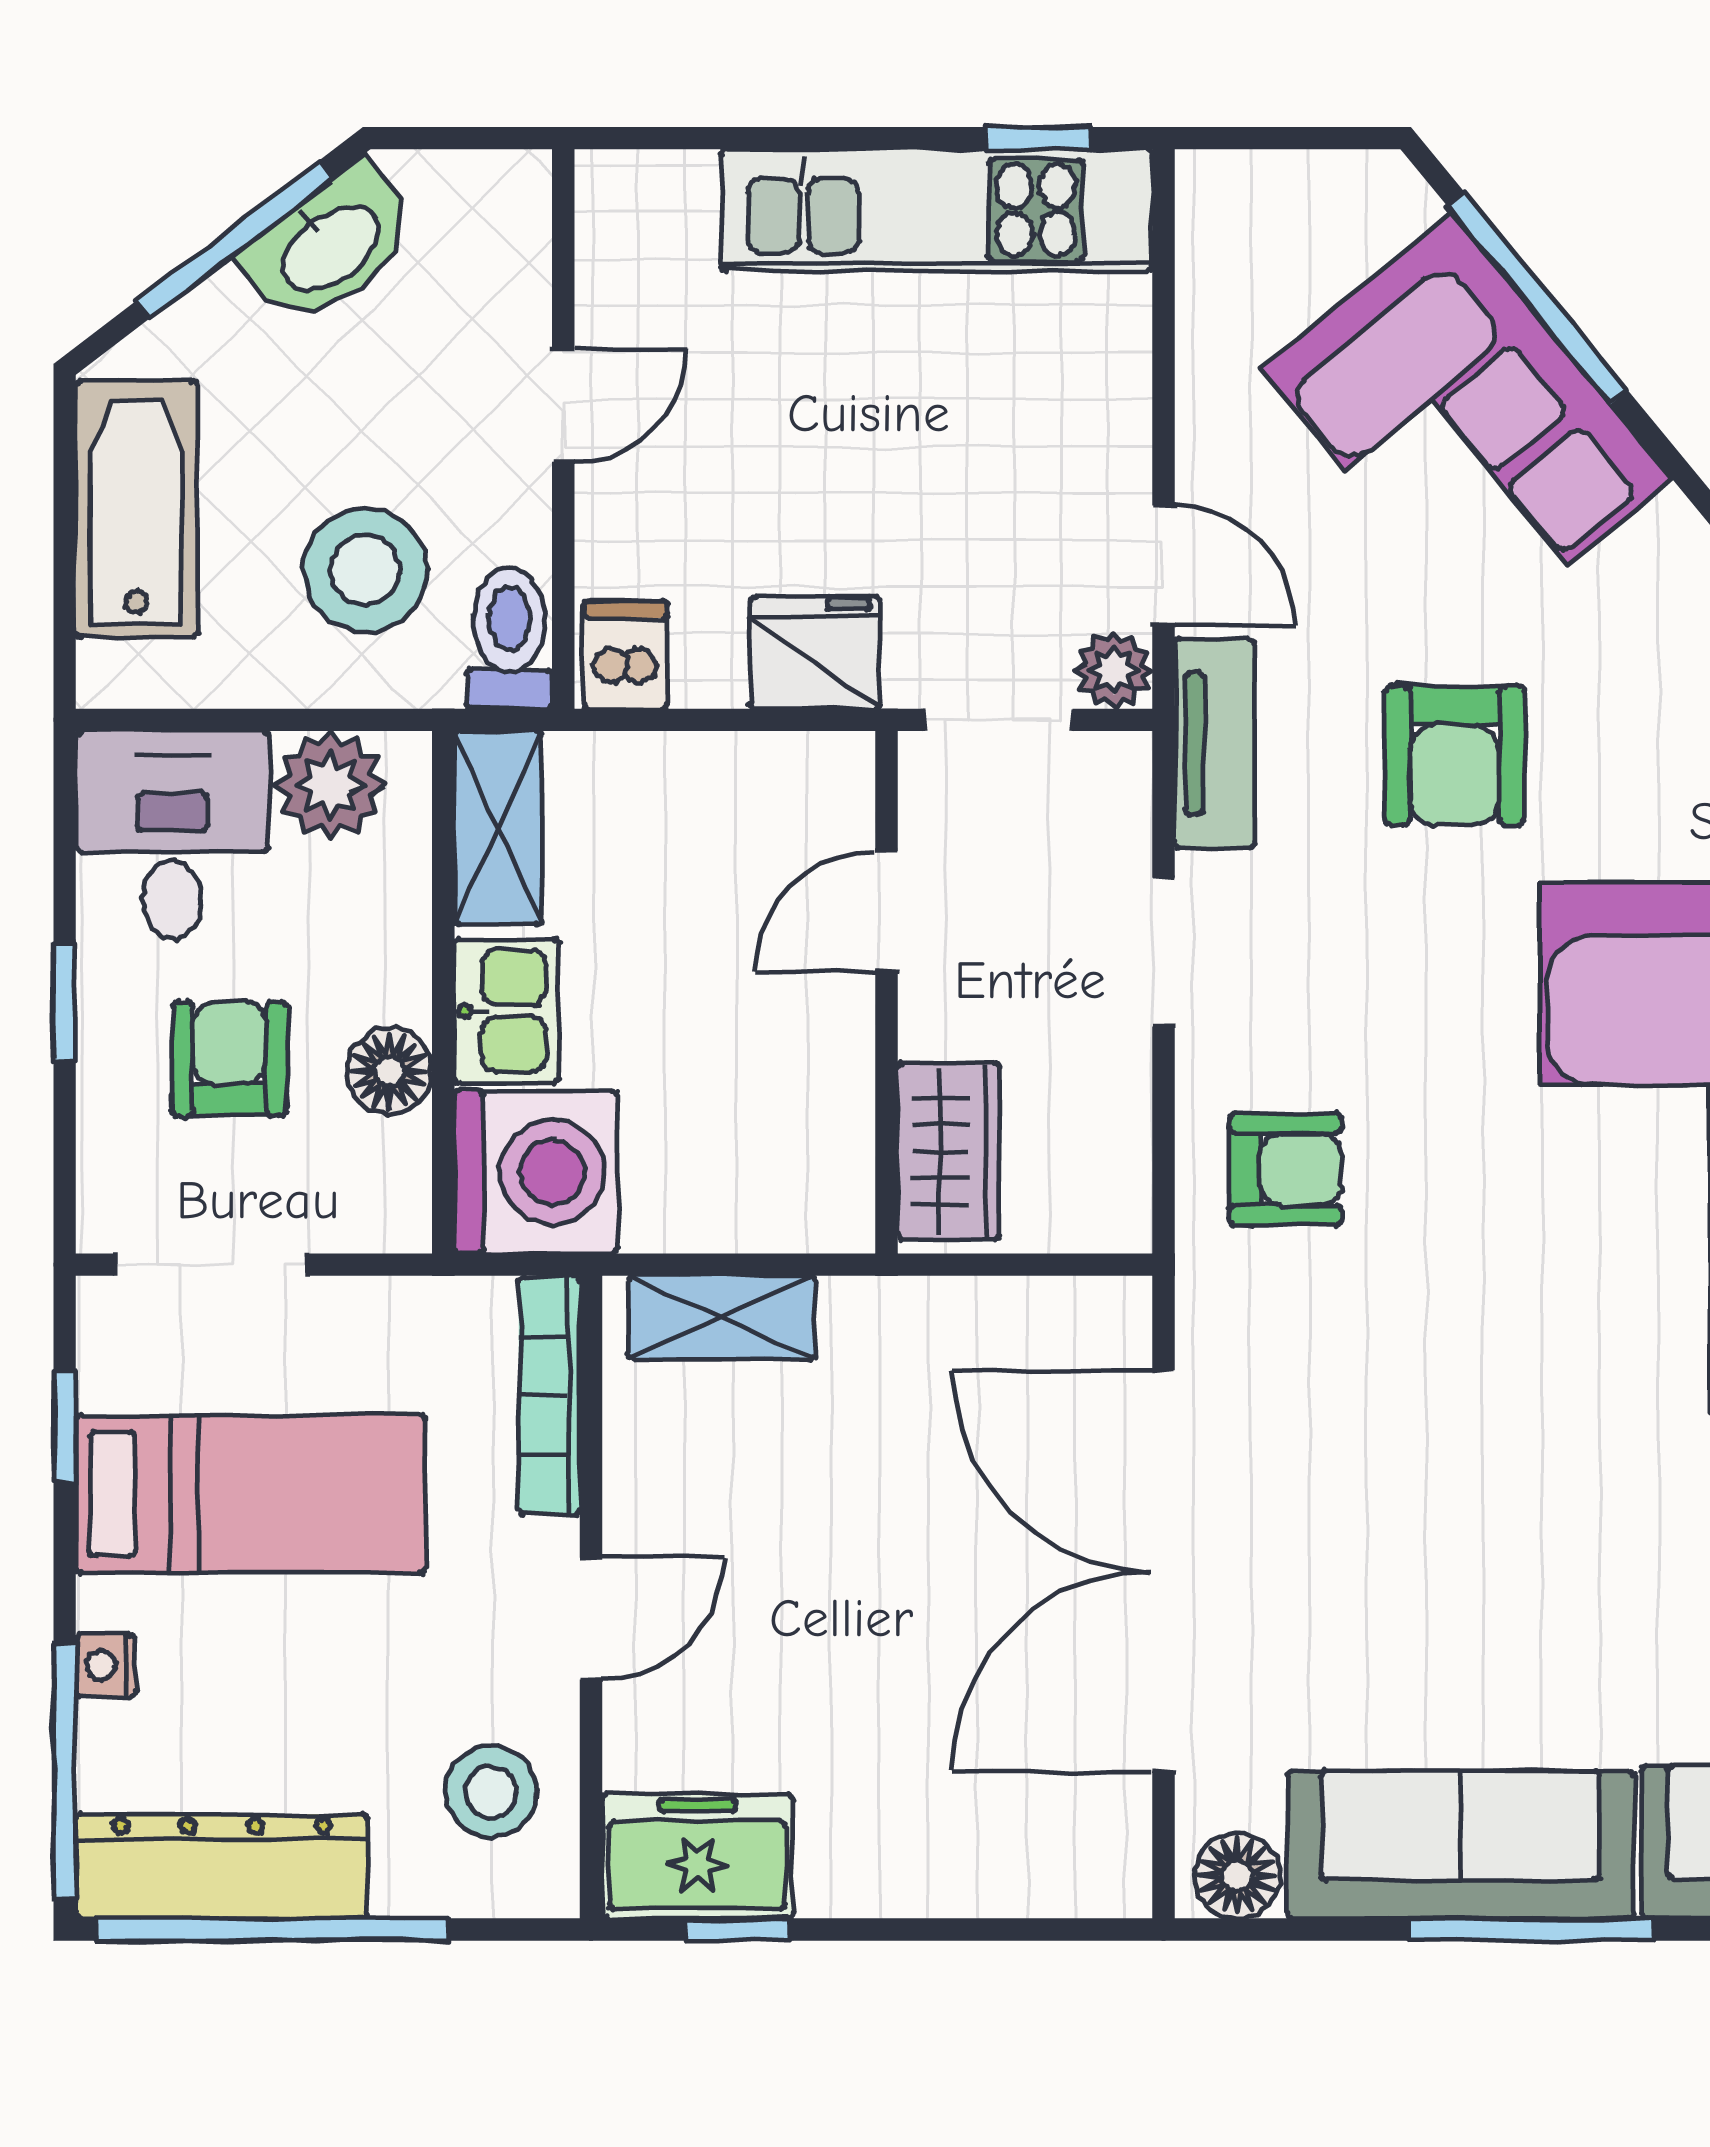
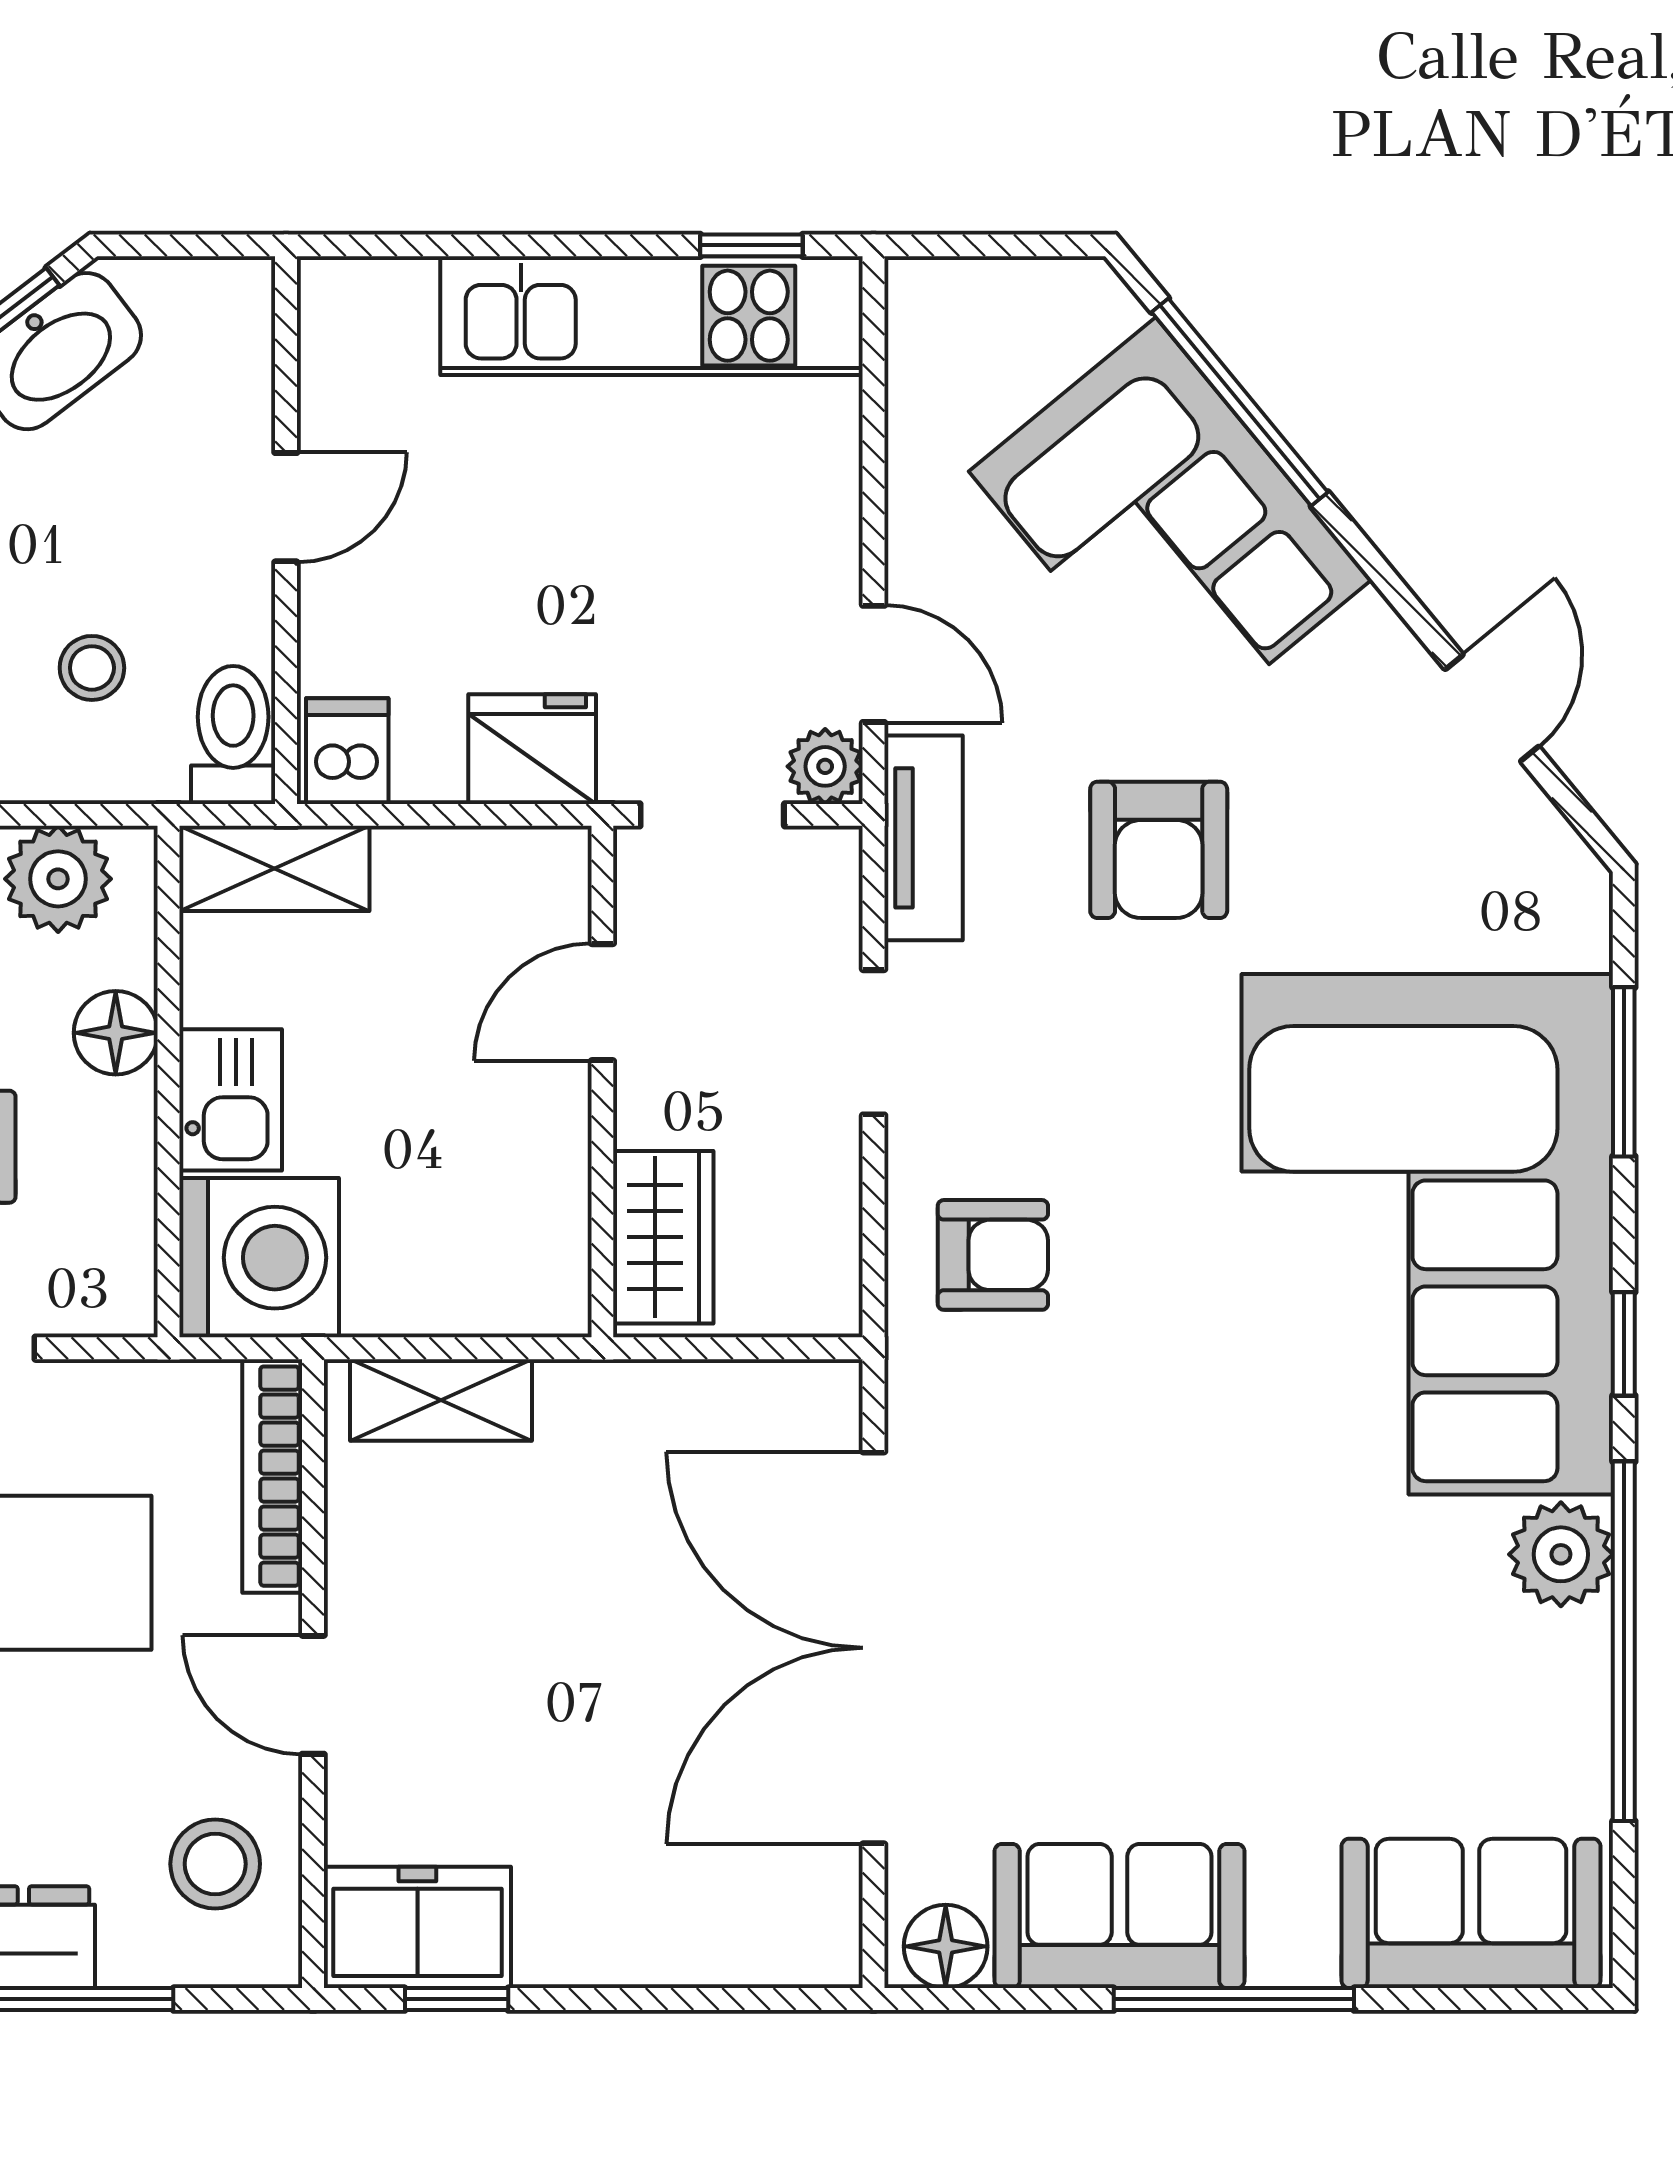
stool: (365, 570) -> (92, 668), width x0.53, depth x0.53
shelving: (498, 828) -> (274, 868), moved, turned 90
floor lamp: (389, 1071) -> (116, 1033), moved
door: (591, 1619) -> (313, 1695), swing flipped
sofa: (1461, 1845) -> (1119, 1916), width x0.73

